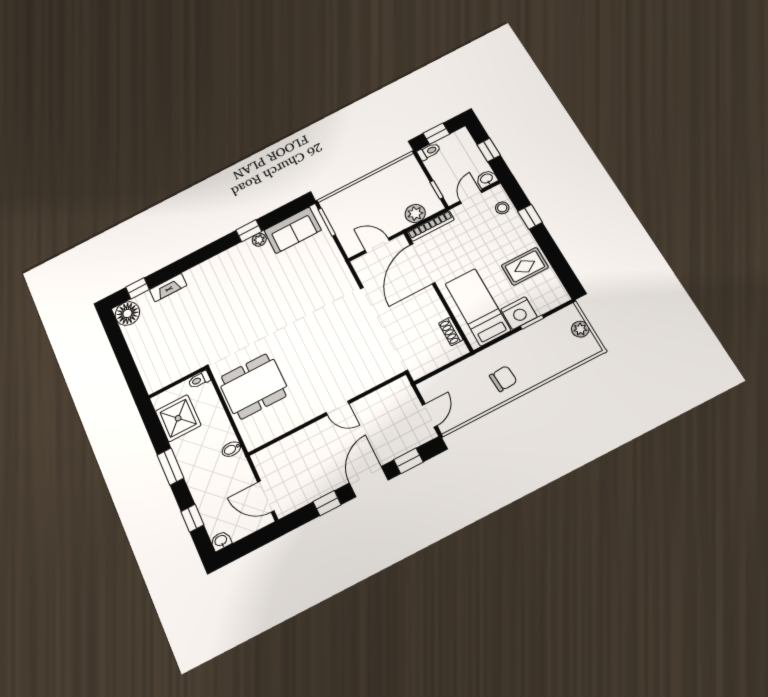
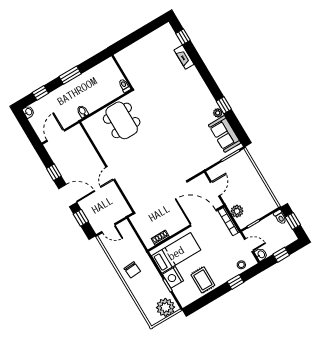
floor lamp: (127, 313) -> (166, 33), removed
plant: (580, 329) -> (166, 307), width x1.88, depth x1.88
shower: (178, 418) -> (100, 76), removed

